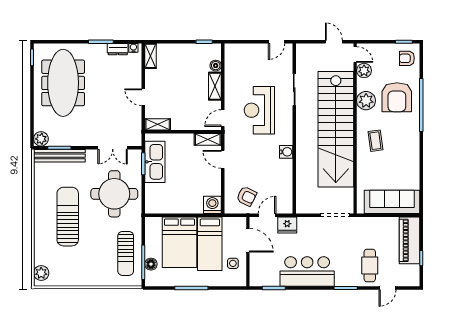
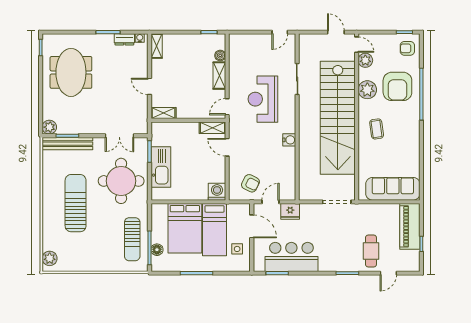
meeting table: (63, 83) -> (71, 72), width x0.73
kitchen sink: (155, 162) -> (161, 167), moved
bar counter: (307, 271) -> (291, 257), moved

